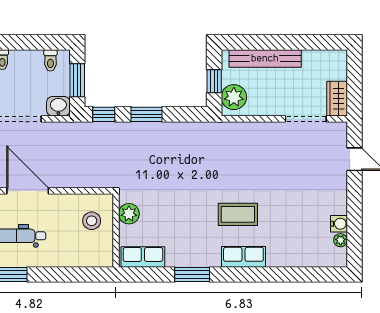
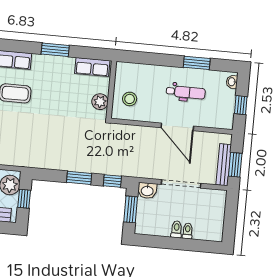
toilet: (50, 60) -> (176, 229), moved

